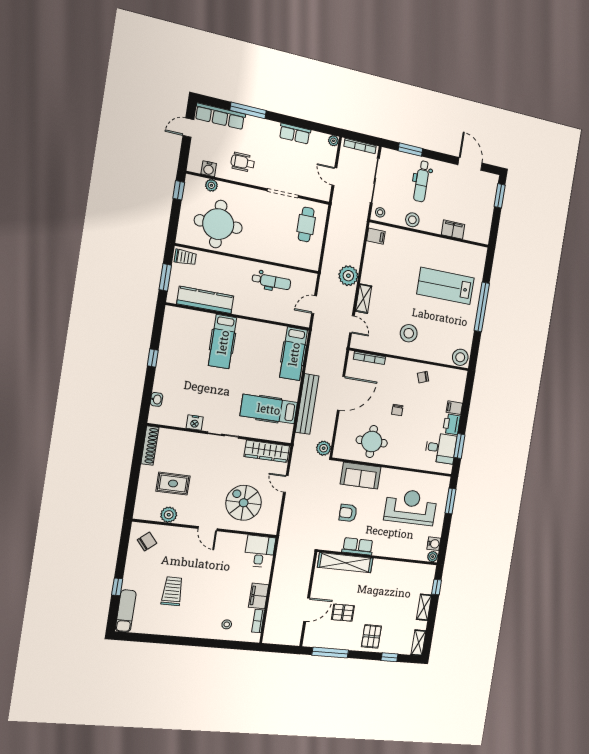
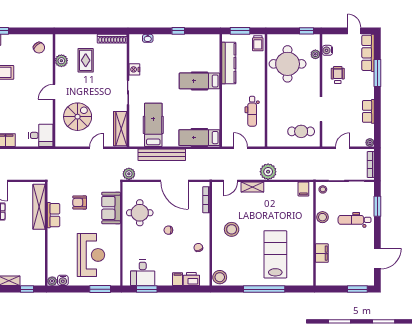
printer: (452, 424) -> (191, 279), moved
armchair: (348, 513) -> (80, 202), turned -90

